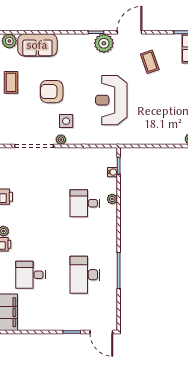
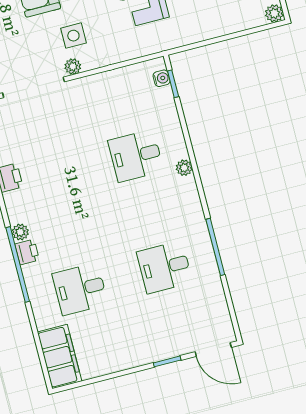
water cooler: (113, 172) -> (162, 78), moved
plant: (112, 199) -> (184, 168), moved
desk: (85, 275) -> (165, 267), width x0.73

